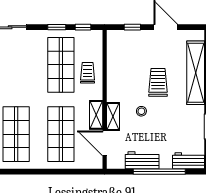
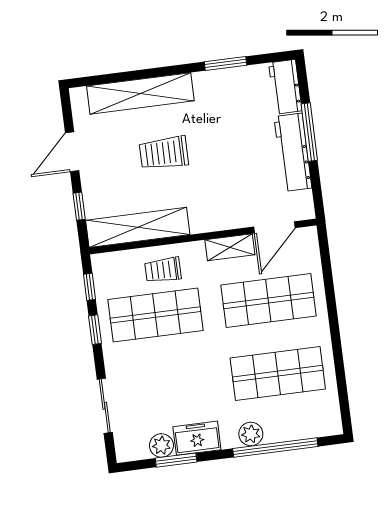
stool: (141, 111) -> (214, 174), removed
shelving: (113, 116) -> (138, 227), moved, width x2.20, depth x1.33
workbench: (142, 160) -> (293, 152), width x1.38
window: (159, 172) -> (309, 132), width x0.68

